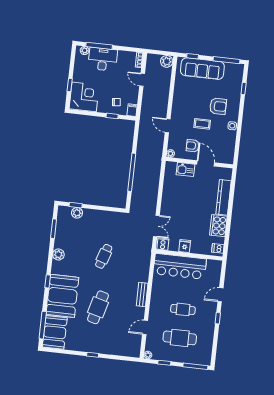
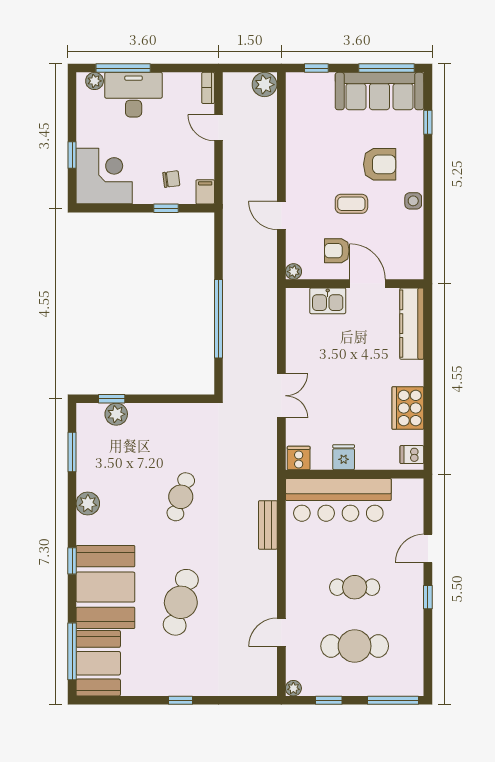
sofa: (202, 69) -> (379, 91), moved
kitchen counter: (224, 197) -> (412, 324), moved
double door: (156, 226) -> (281, 396), moved
bench: (142, 295) -> (268, 525), moved

